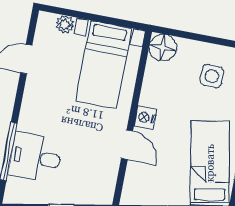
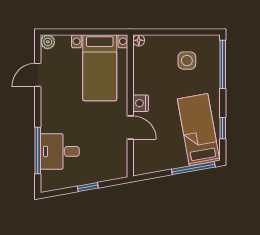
plant: (65, 24) -> (48, 42), moved
floor lamp: (163, 48) -> (139, 40), width x0.53, depth x0.53

